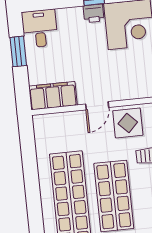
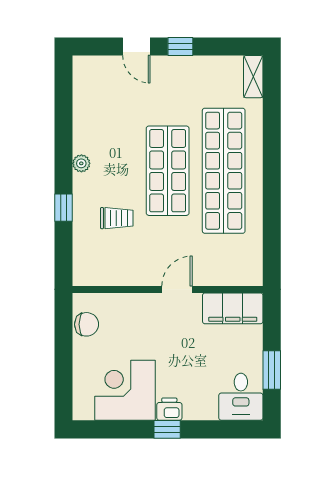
display table: (128, 123) -> (140, 263), removed

